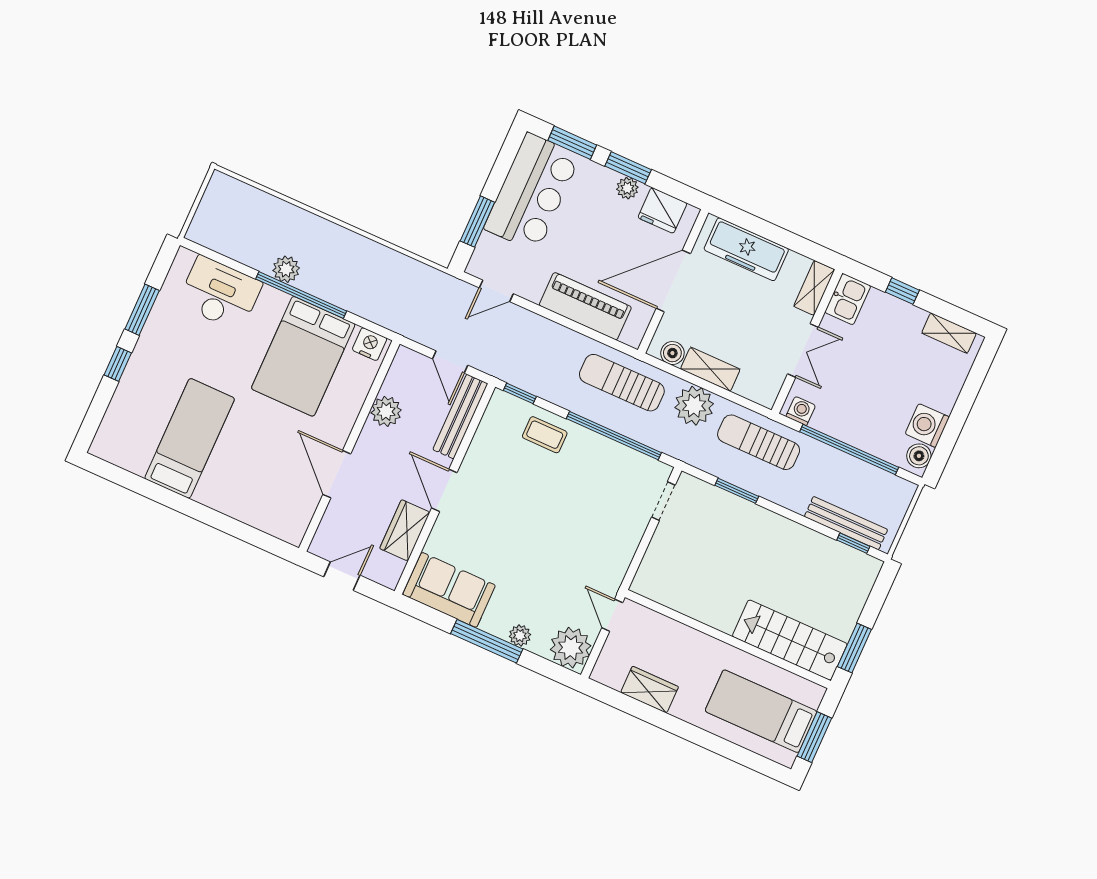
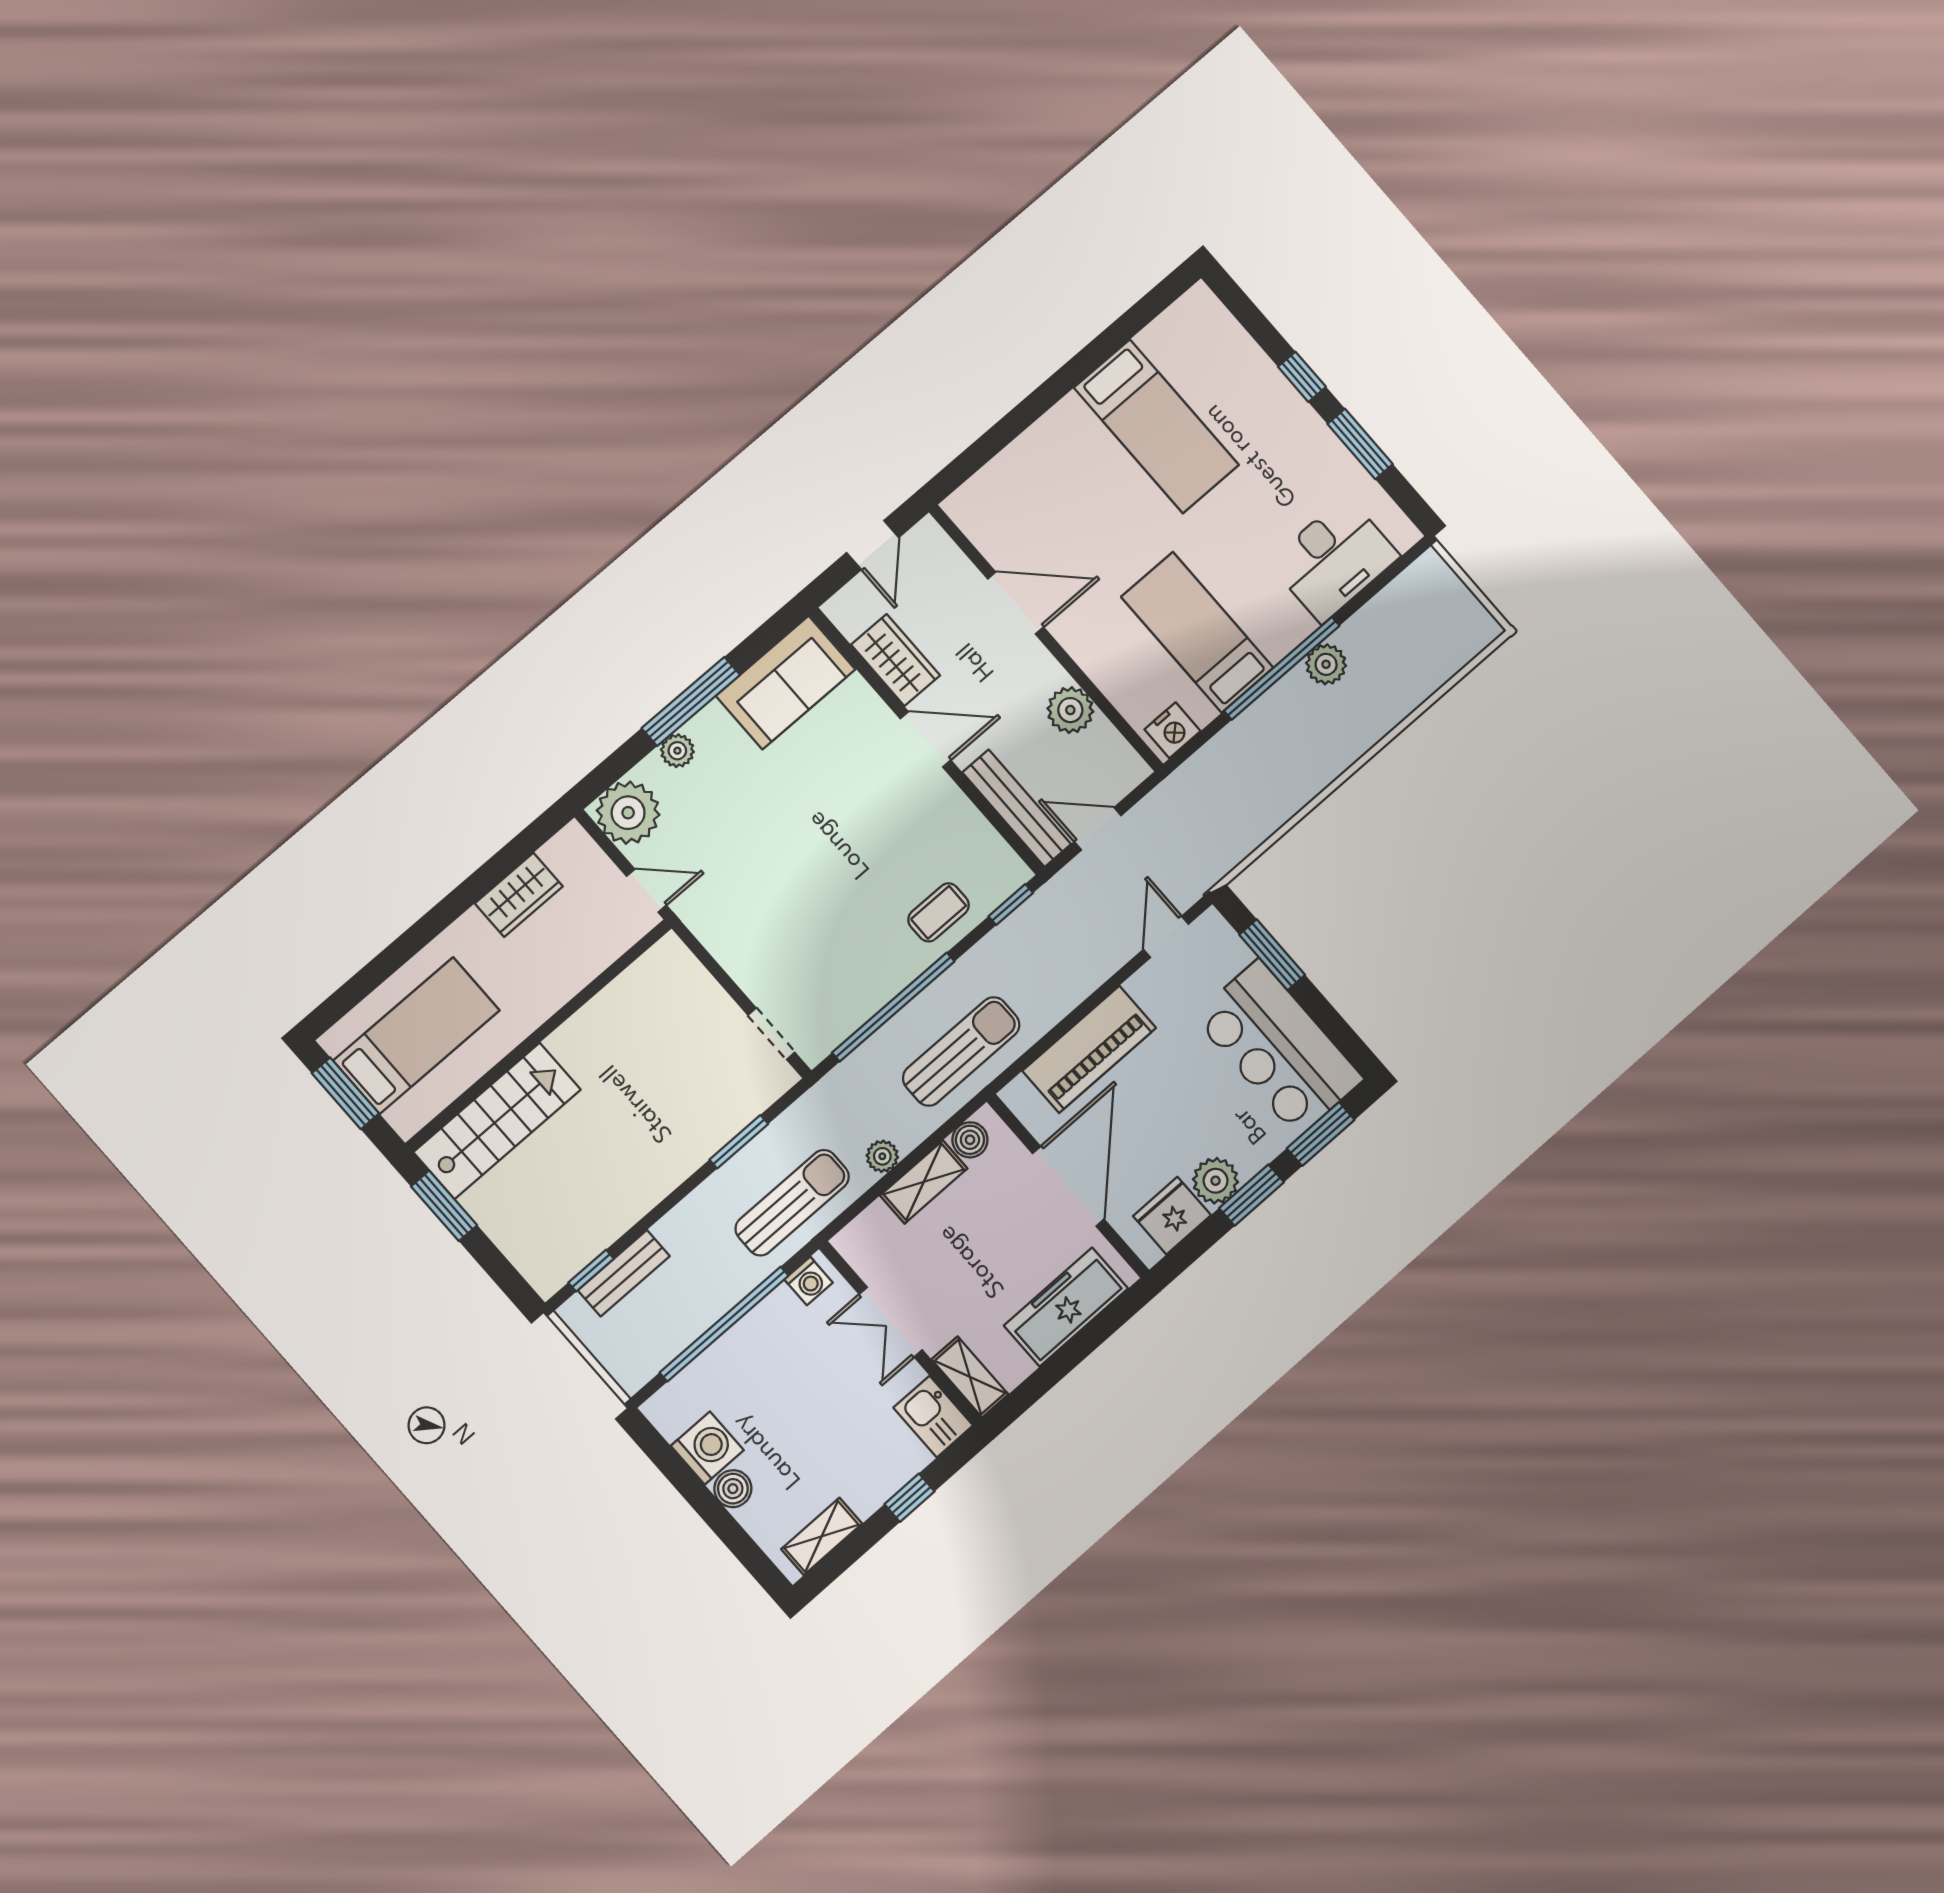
plant: (627, 188) -> (1216, 1181), width x1.38, depth x1.38
bed: (303, 356) -> (1197, 632), width x0.67
plant: (694, 406) -> (882, 1156), width x0.53, depth x0.53
boiler: (919, 456) -> (733, 1489), moved
bench: (846, 523) -> (624, 1273), width x0.73

